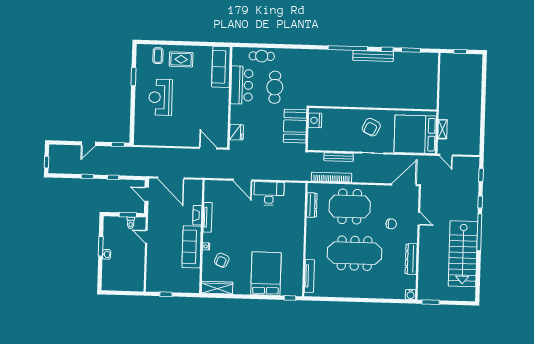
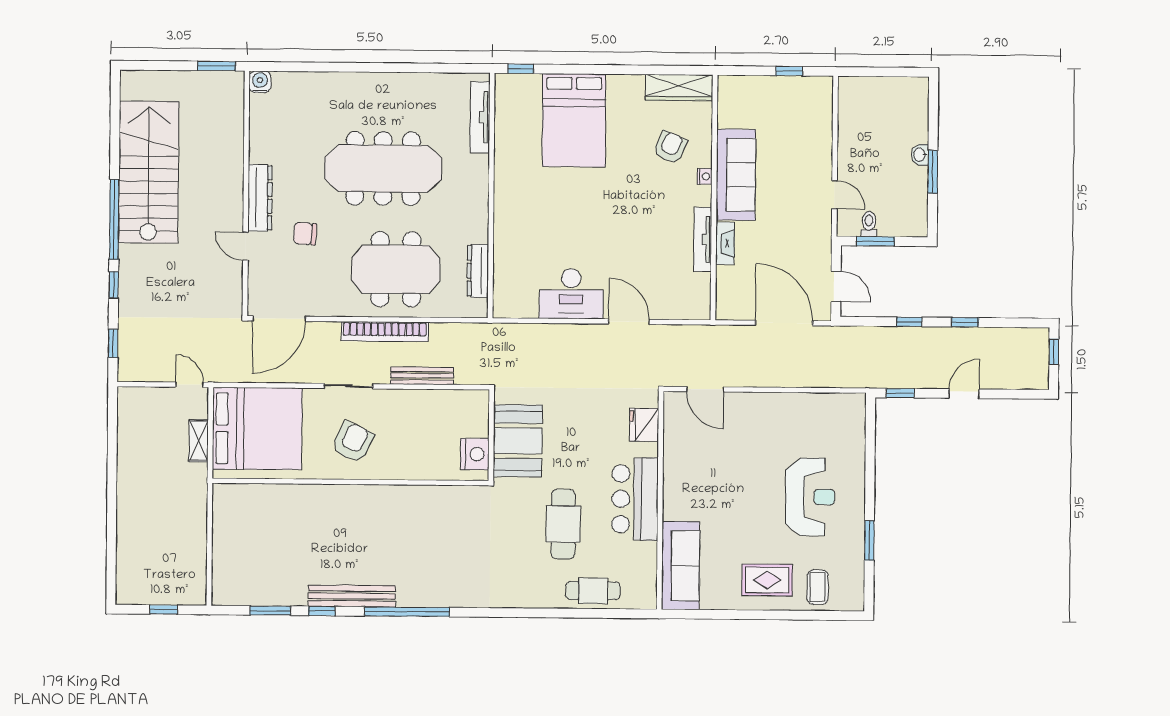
bar counter: (242, 85) -> (635, 499), moved
bookcase: (332, 177) -> (385, 332), moved
dresser: (411, 259) -> (260, 198), moved

